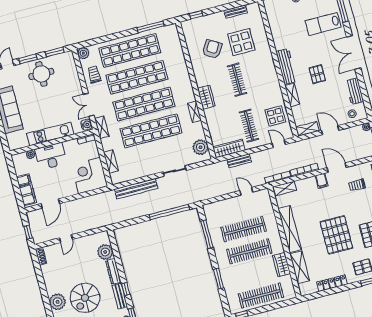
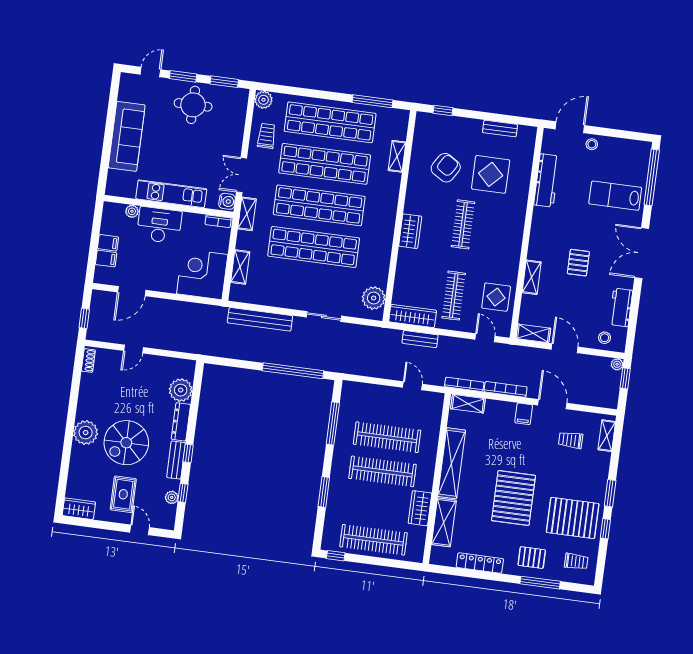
workbench: (286, 66) -> (547, 180), moved
shelving: (194, 112) -> (397, 156), moved
filing cabinet: (28, 195) -> (106, 259), width x0.50

